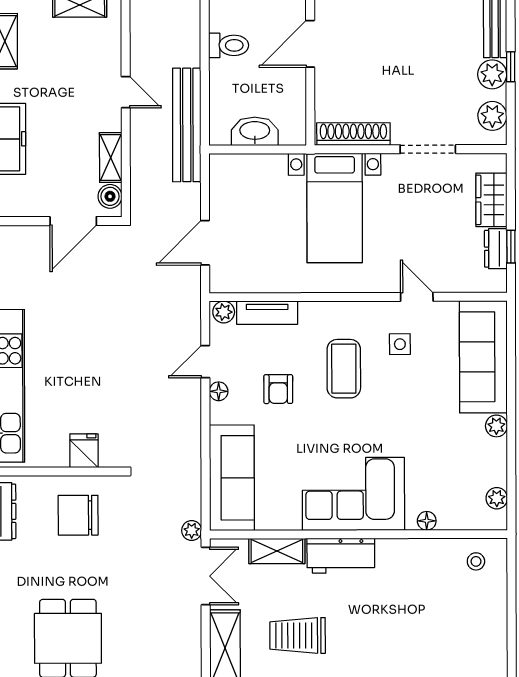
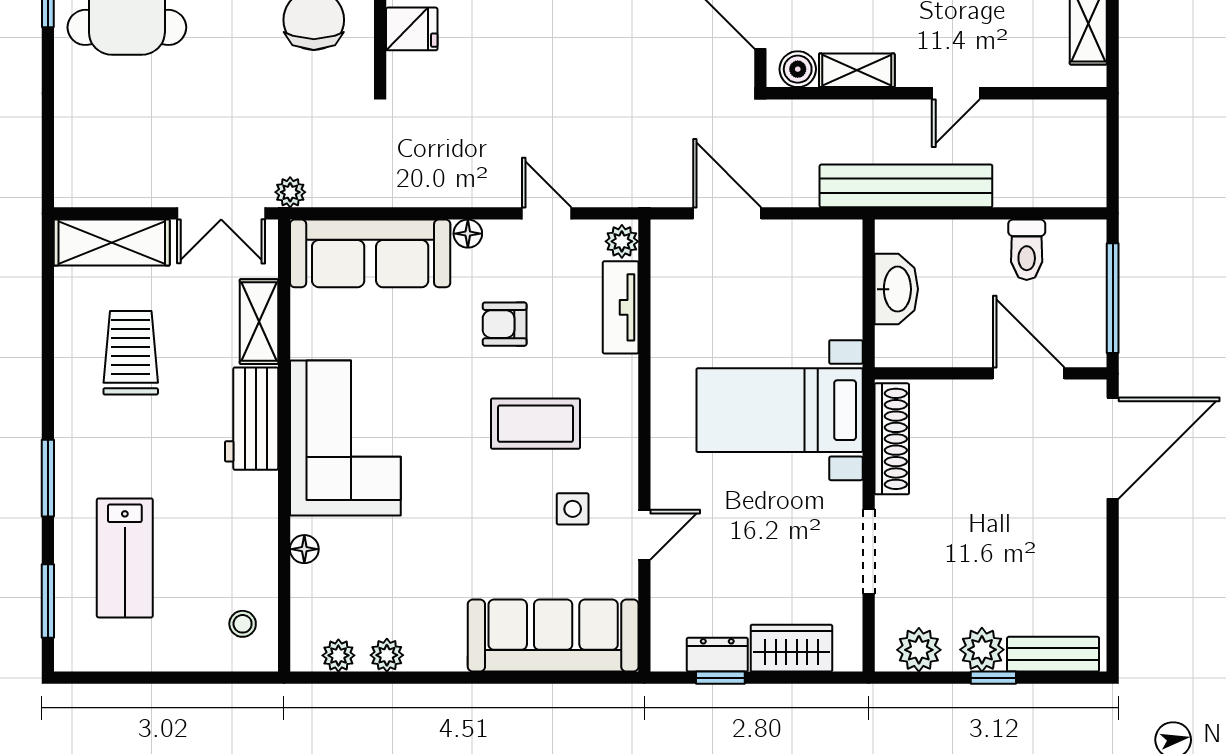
floor lamp: (219, 391) -> (468, 234), moved
plant: (496, 426) -> (387, 655), moved
lab bench: (433, 639) -> (125, 558), added

